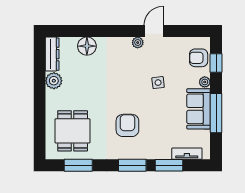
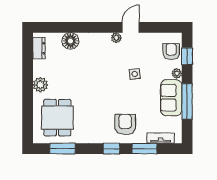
dresser: (52, 54) -> (39, 48), width x0.70
armchair: (199, 58) -> (171, 52), turned 90
plant: (54, 81) -> (40, 85), moved
armchair: (127, 125) -> (125, 124), moved
window: (132, 165) -> (111, 149), width x0.67

